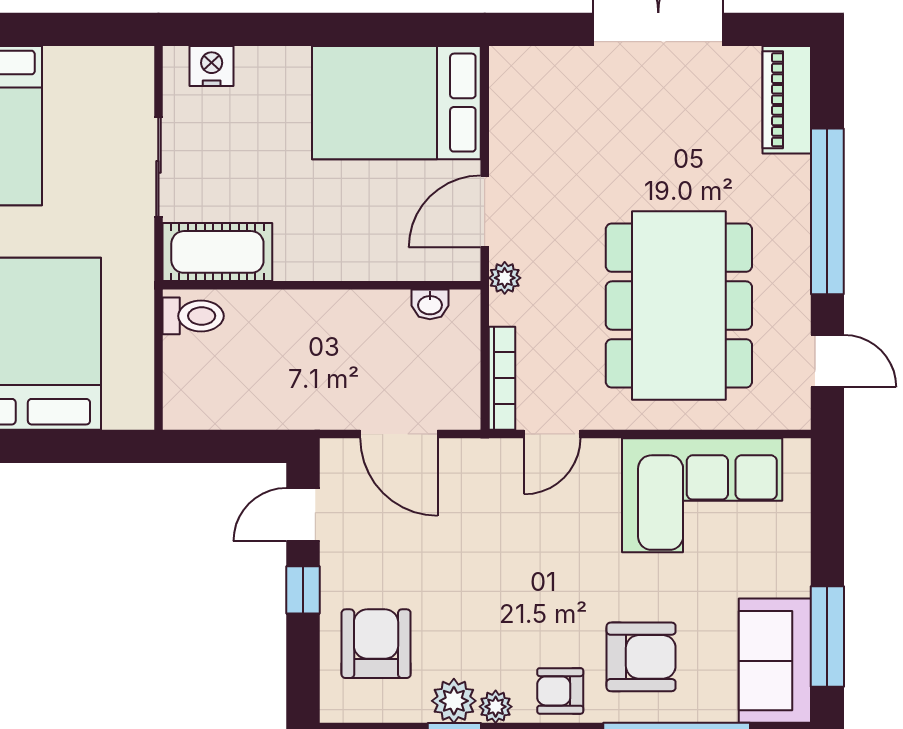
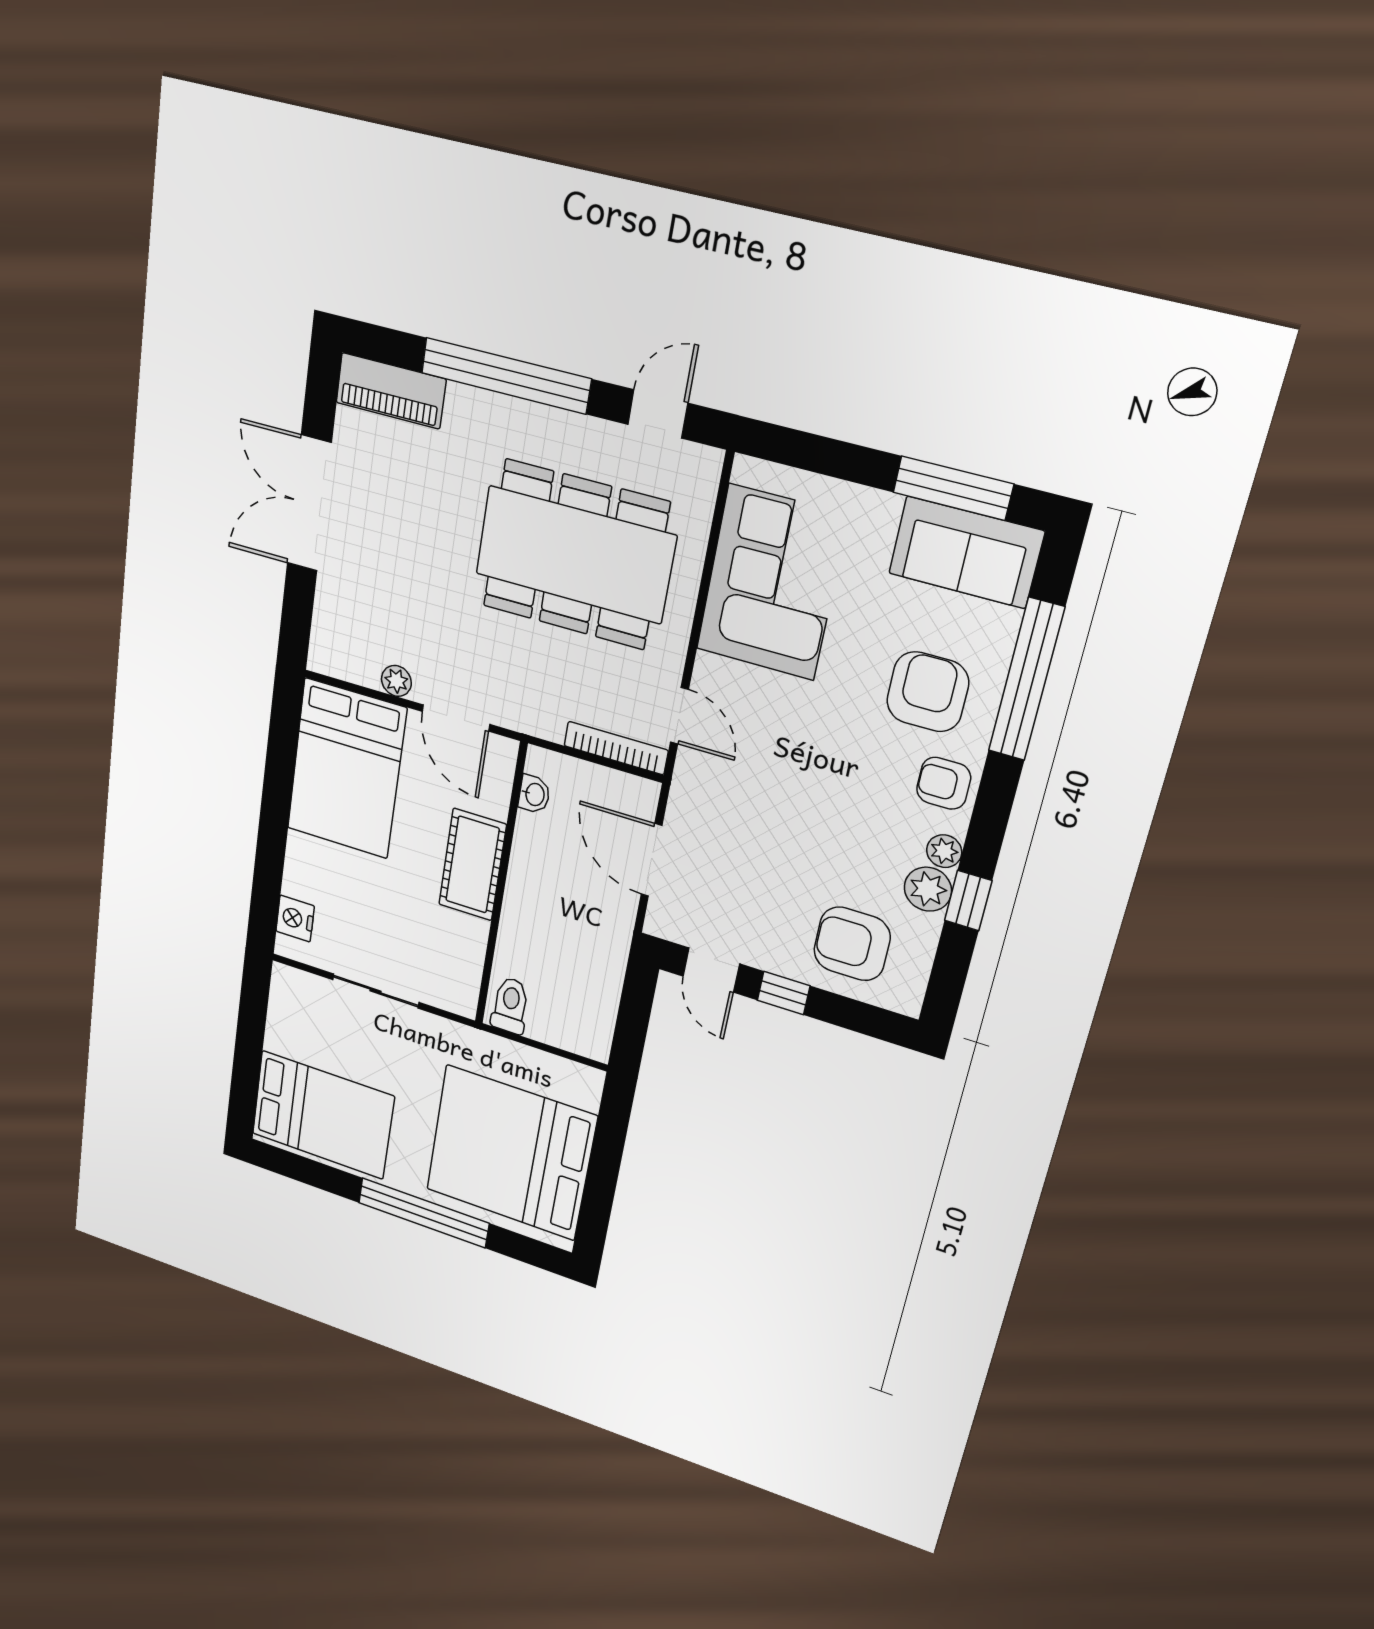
cot: (217, 252) -> (472, 865), moved
plant: (505, 278) -> (396, 681), moved
door: (399, 434) -> (652, 860), swing flipped
armchair: (560, 691) -> (944, 783), turned 90

